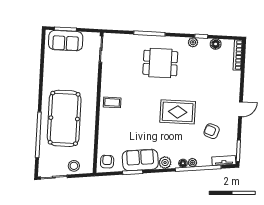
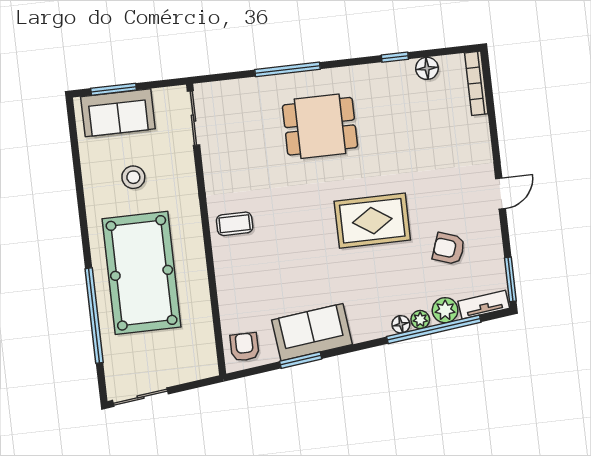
plant: (193, 42) -> (380, 73), removed
plant: (165, 163) -> (445, 310), moved
stool: (74, 166) -> (133, 177), moved

